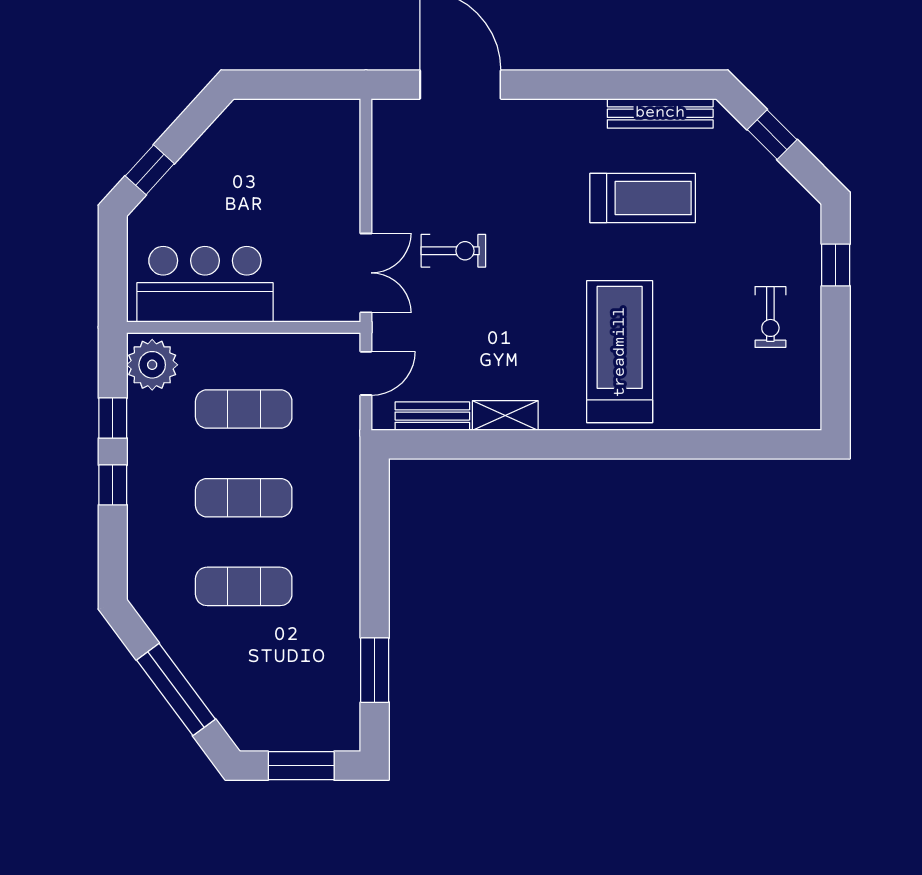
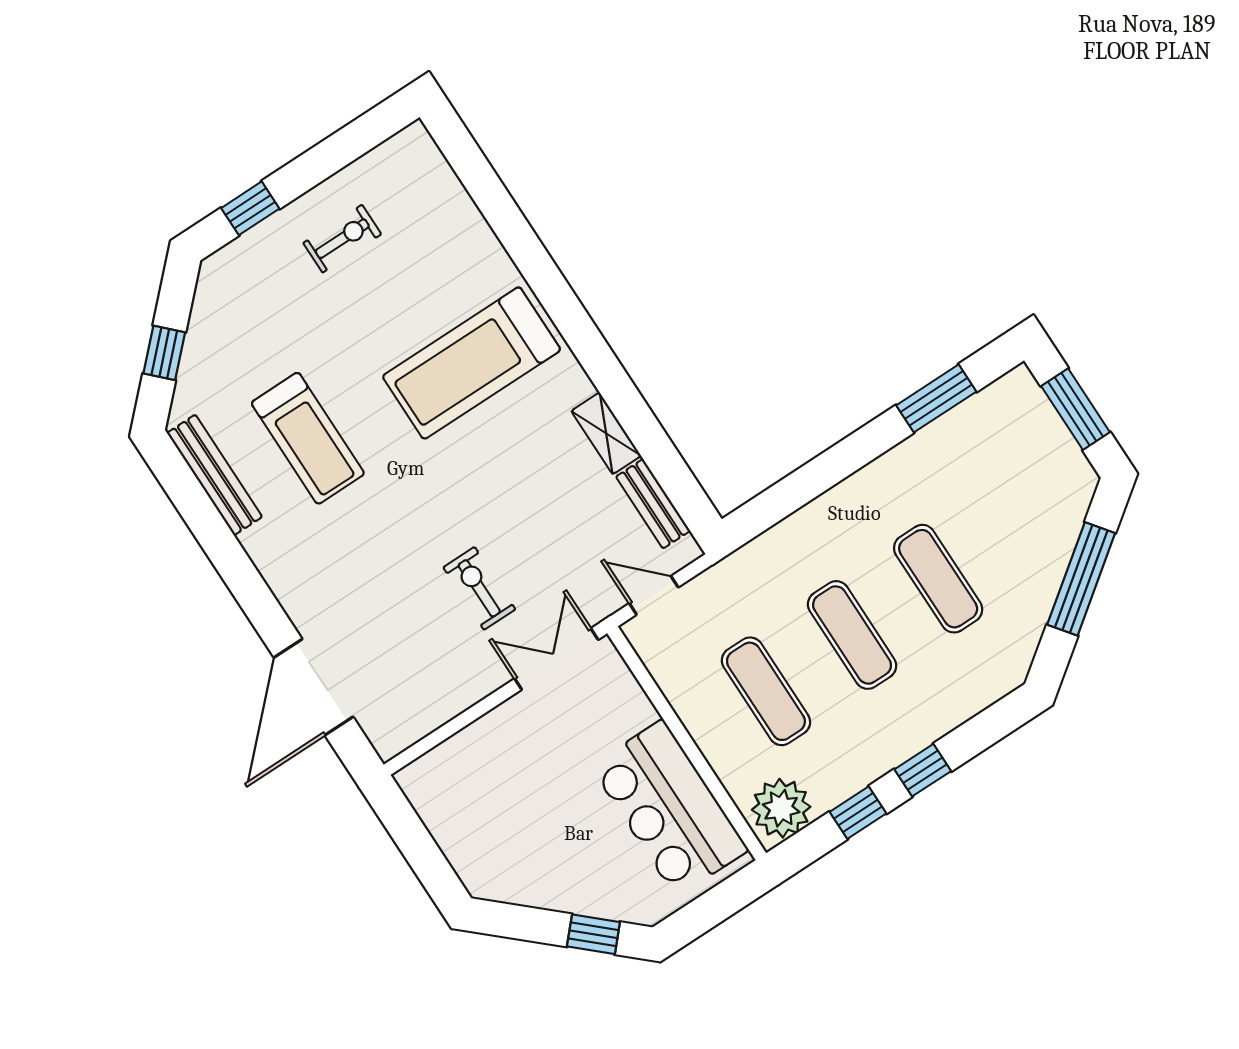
treadmill: (643, 198) -> (308, 438), turned 180

